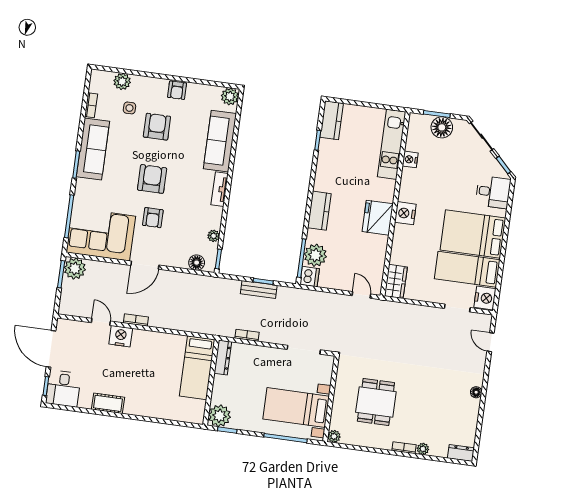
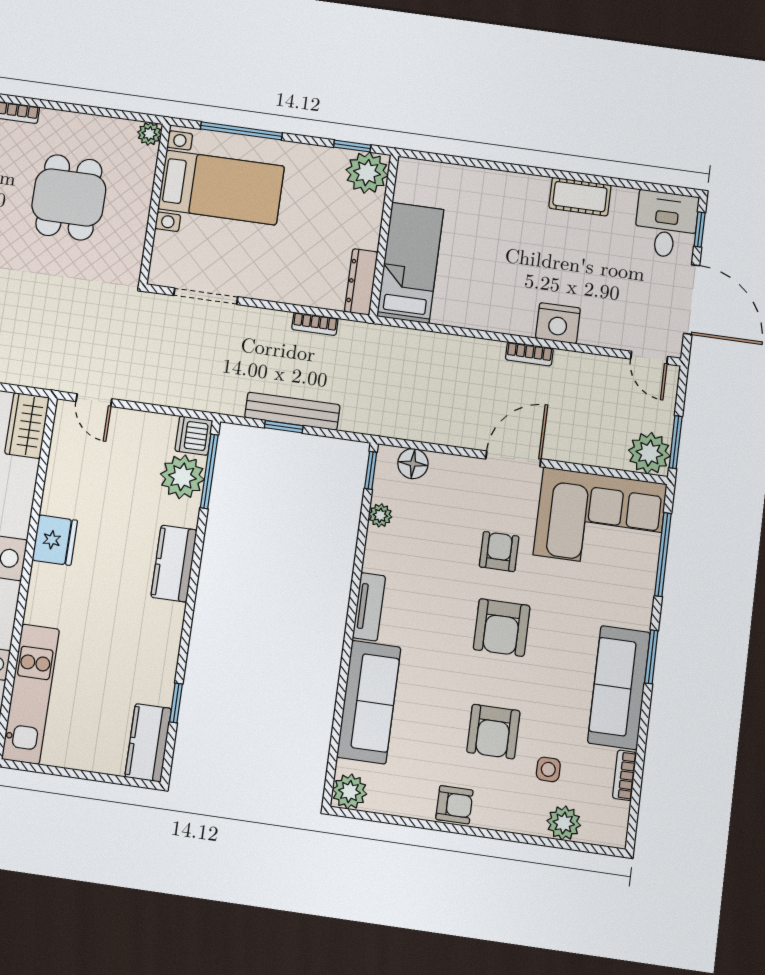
armchair: (177, 90) -> (454, 805), turned 90
fridge: (378, 218) -> (55, 540), width x0.73, depth x0.75
bench: (259, 289) -> (292, 411), width x1.36
door: (101, 322) -> (649, 358), moved

